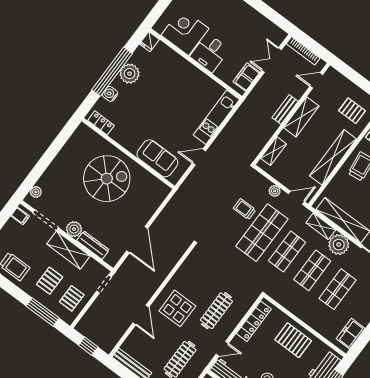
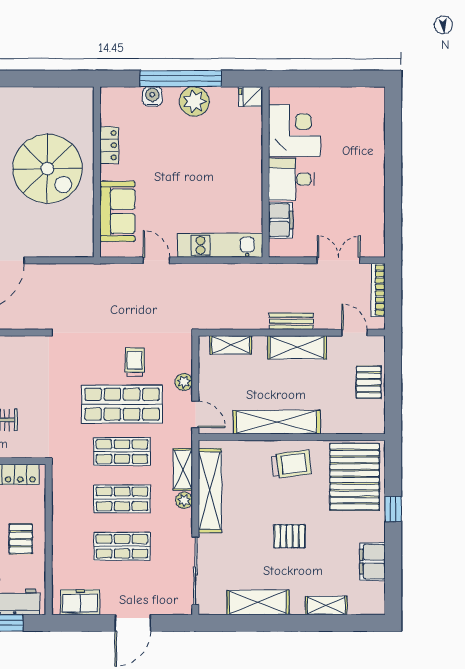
filing cabinet: (246, 77) -> (281, 220), moved, turned 90
pallet: (352, 111) -> (369, 382), moved
locker: (101, 123) -> (109, 145), moved
plant: (339, 245) -> (184, 500), width x0.53, depth x0.53
pallet: (293, 340) -> (21, 539), width x0.67, depth x0.71

